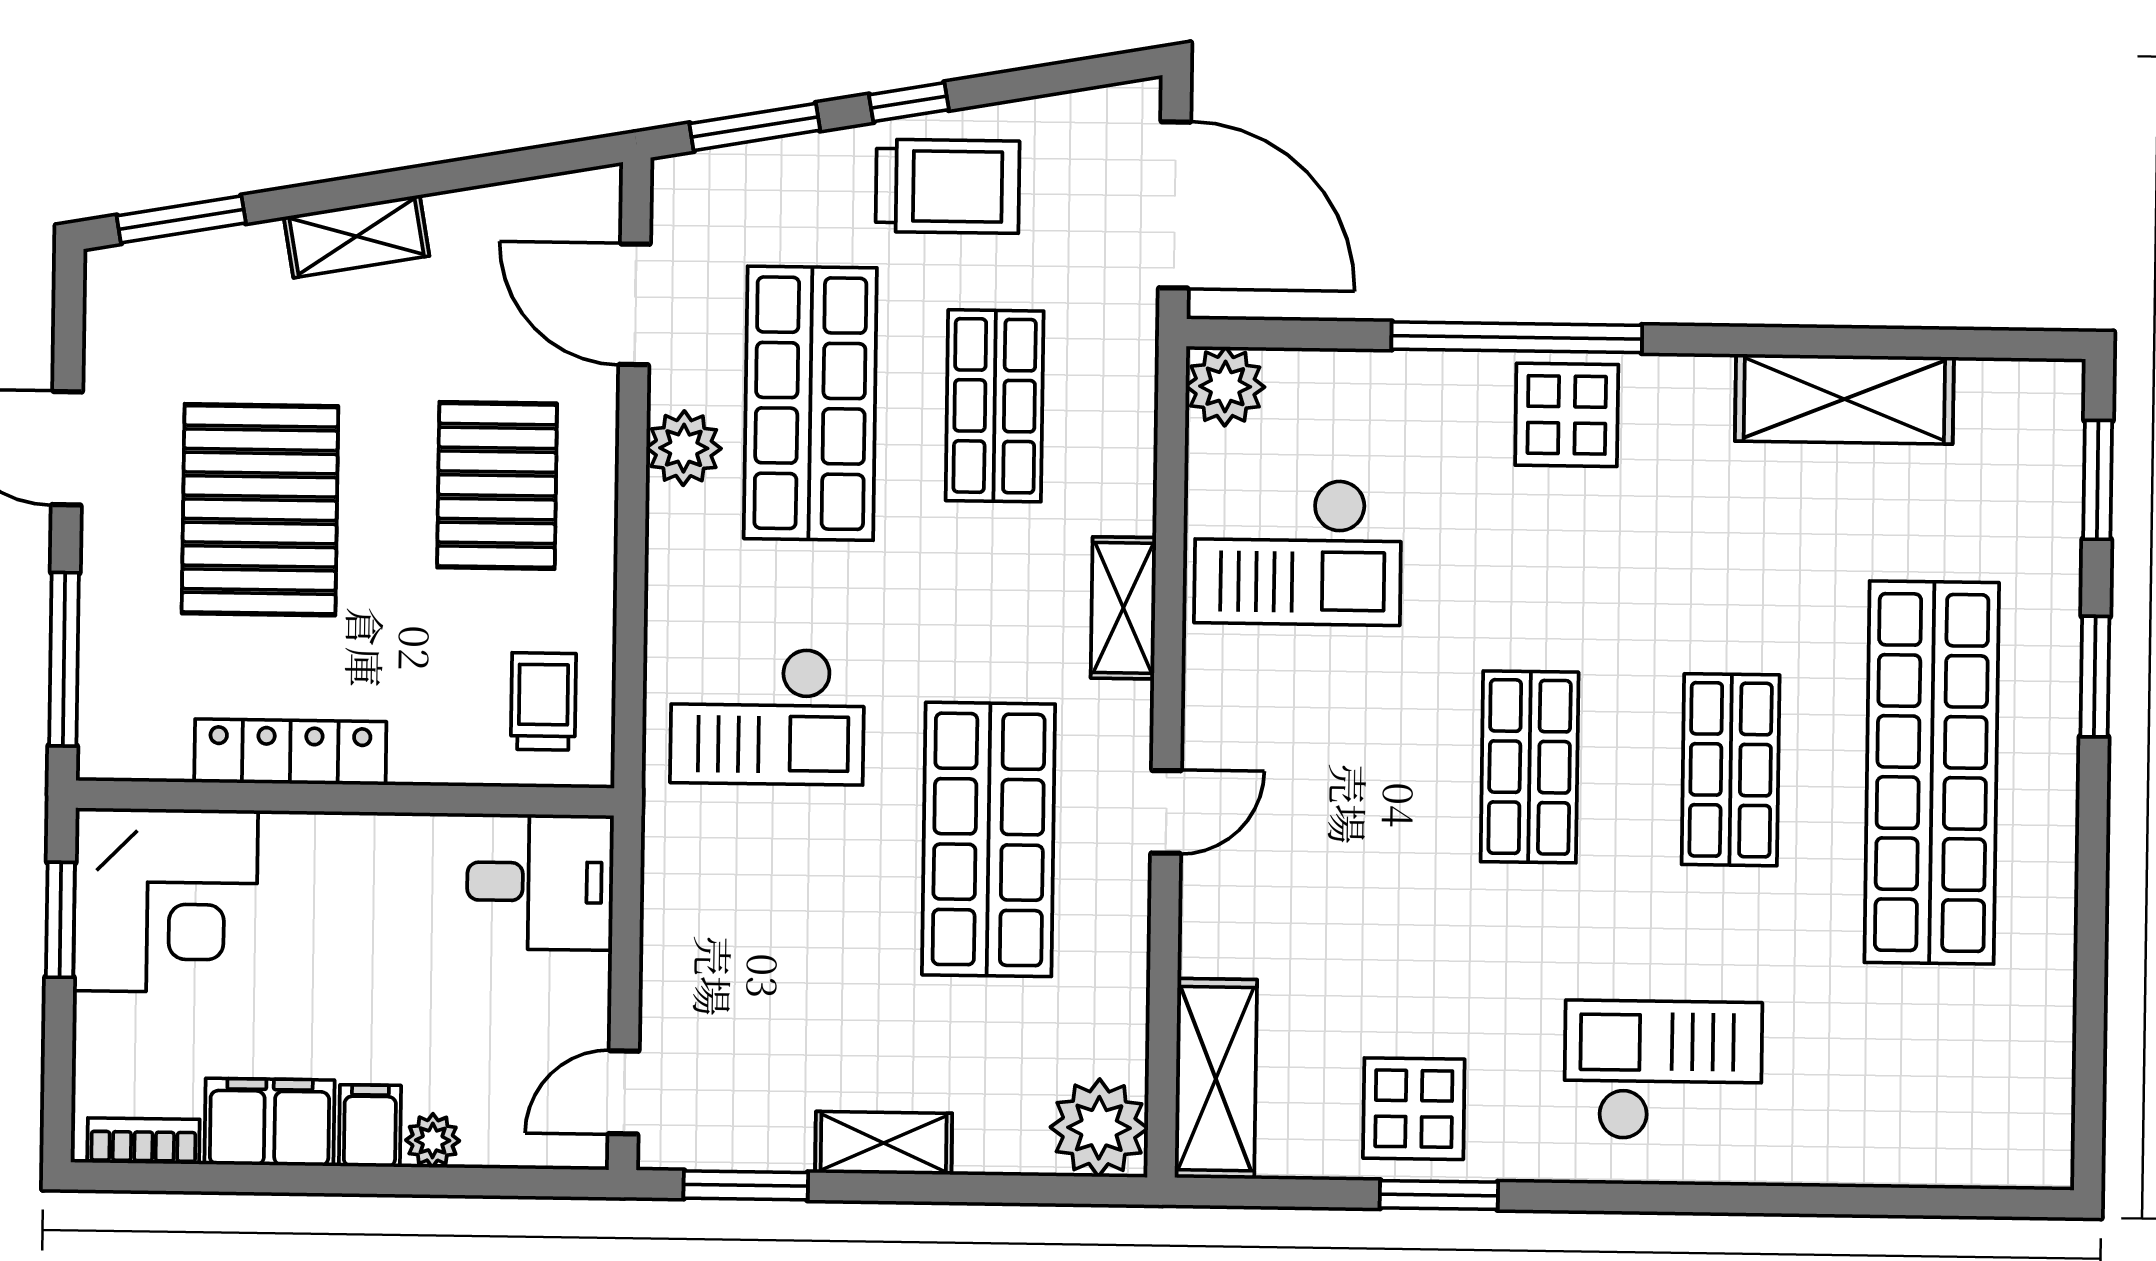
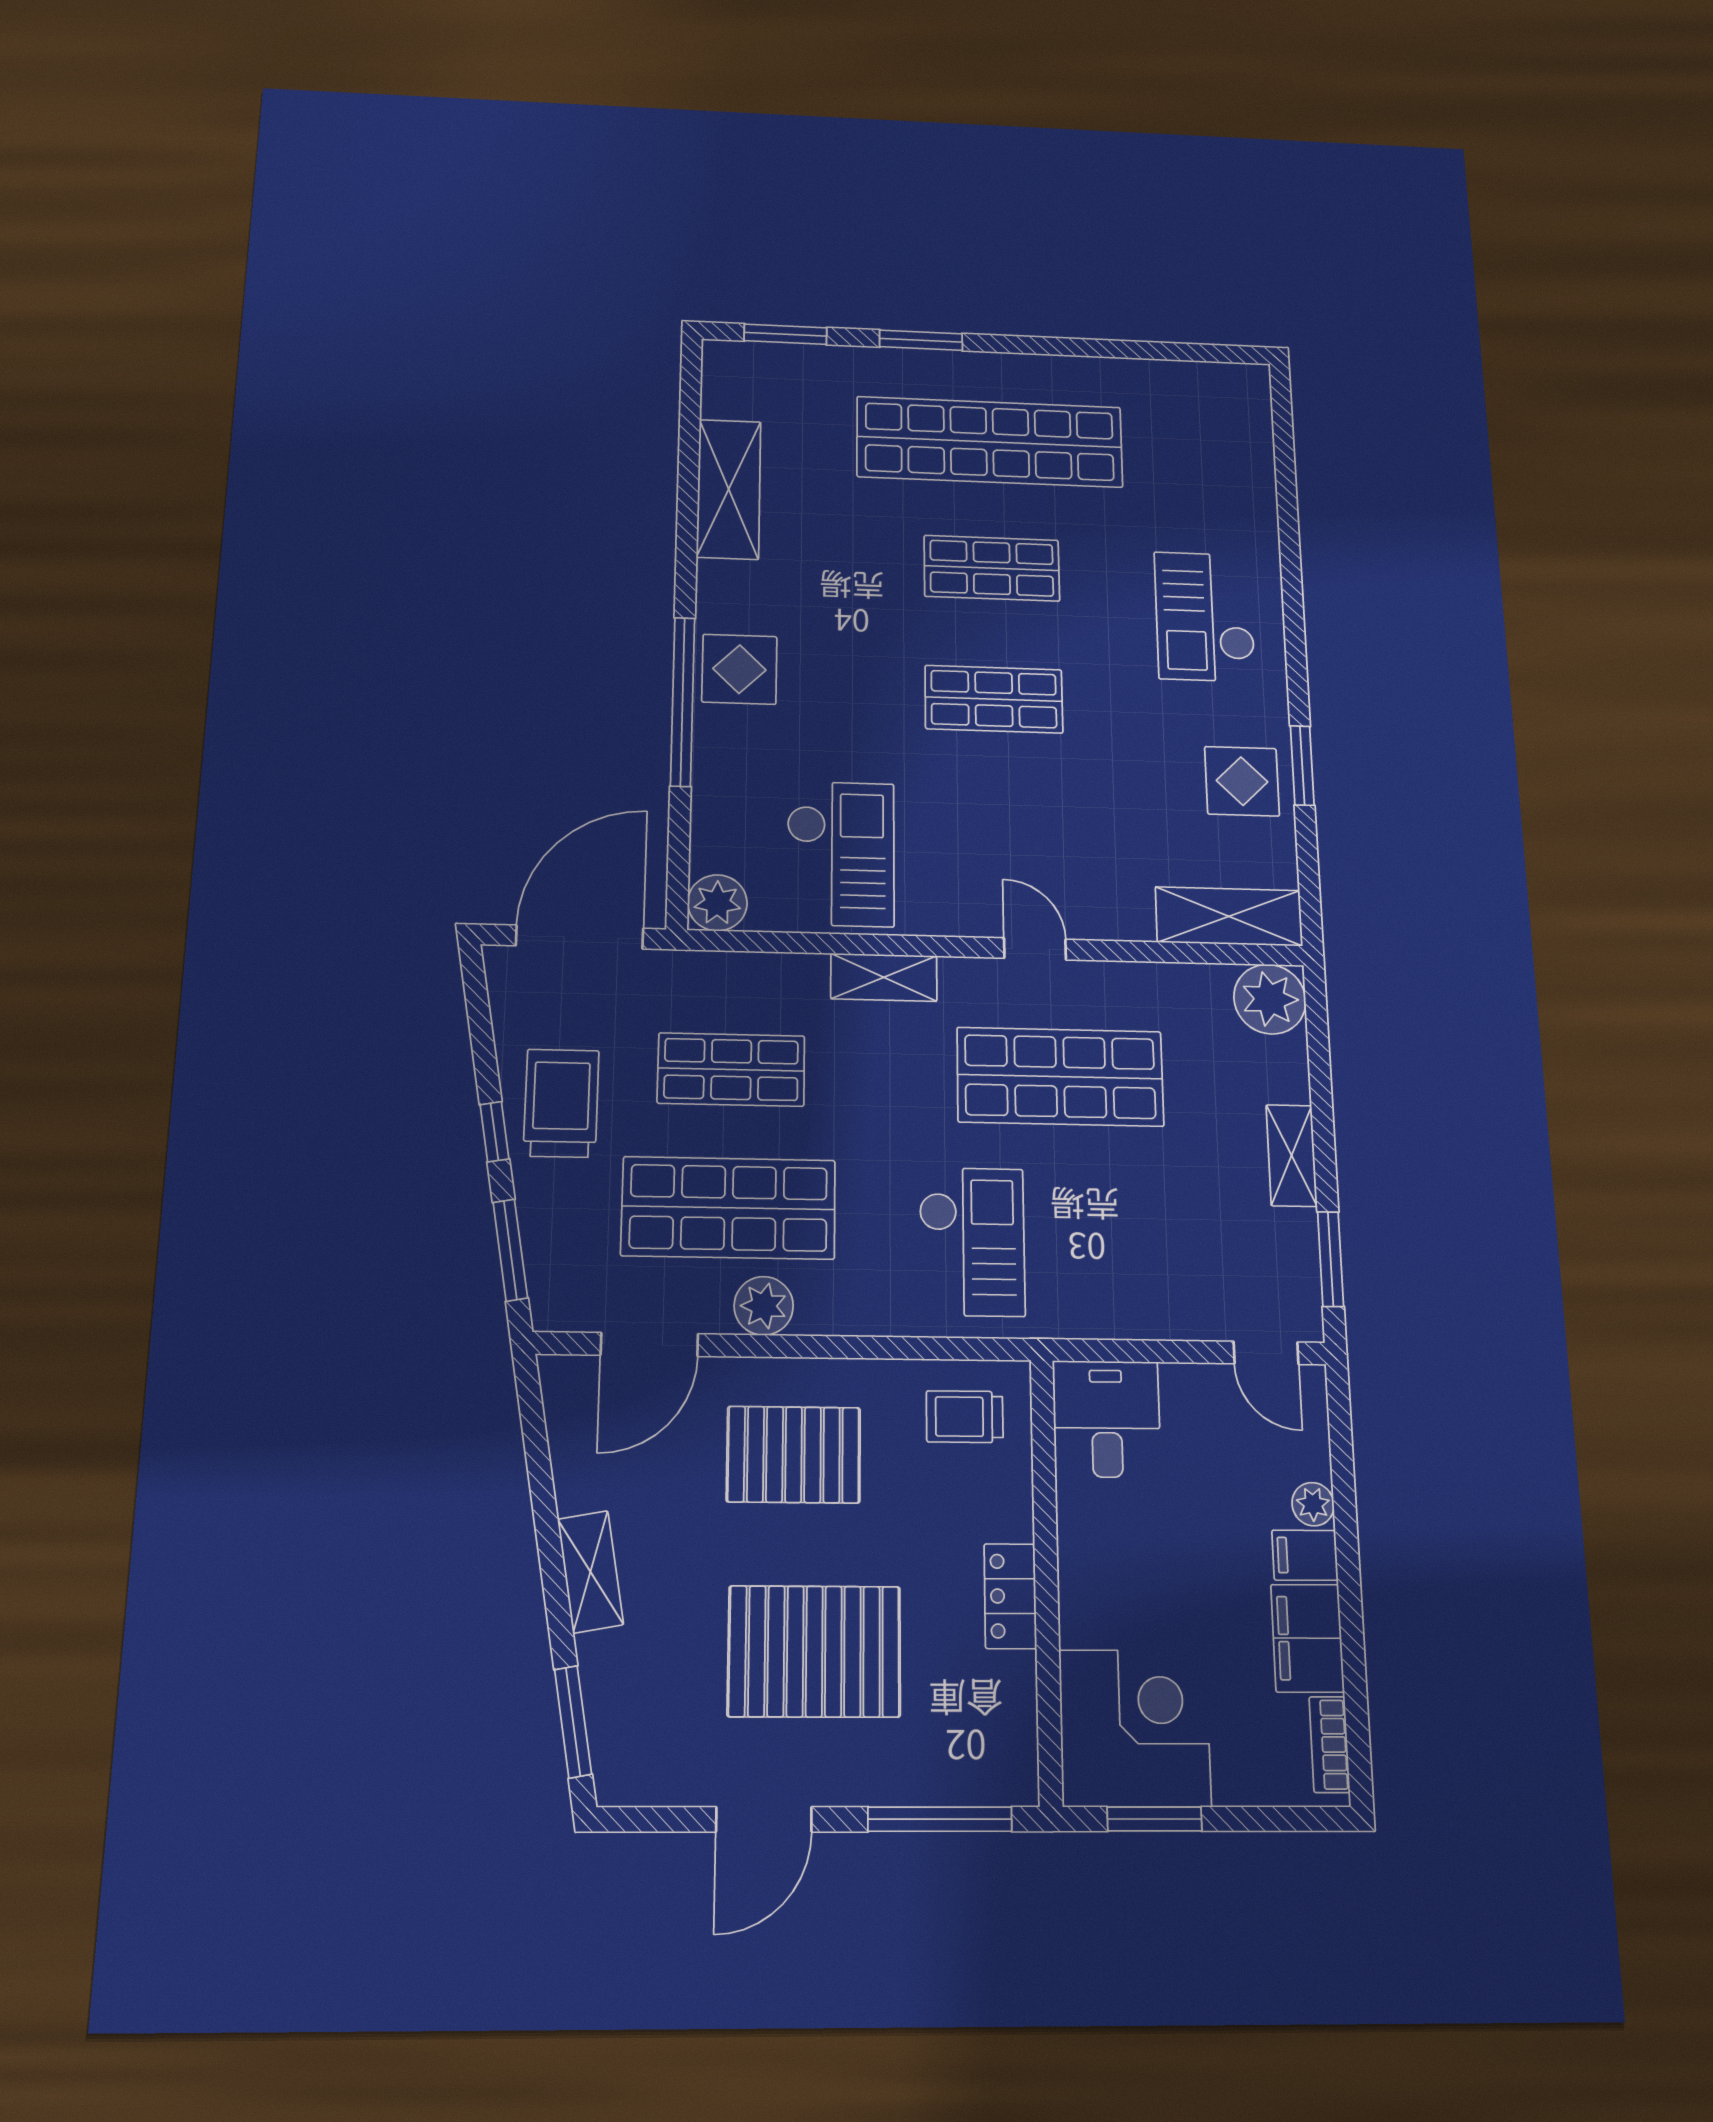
locker: (290, 752) -> (1010, 1596), width x0.66

